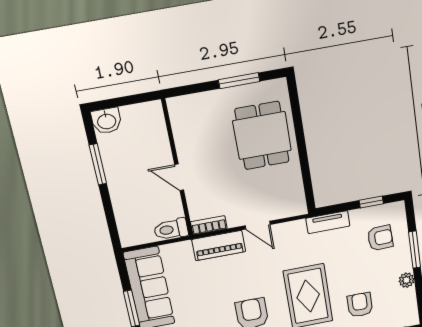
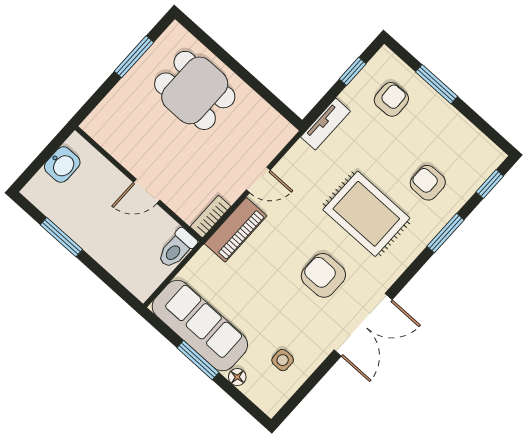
washbasin: (106, 121) -> (62, 165), moved
plant: (406, 280) -> (455, 121), removed

